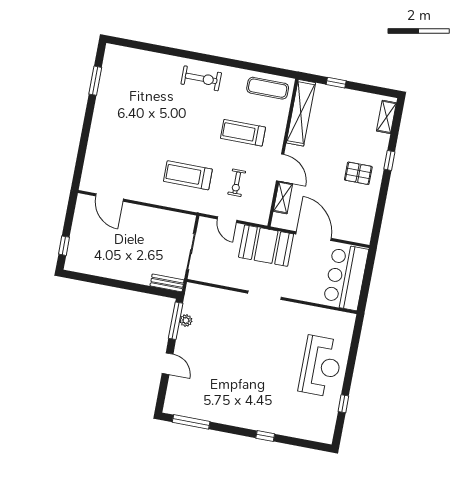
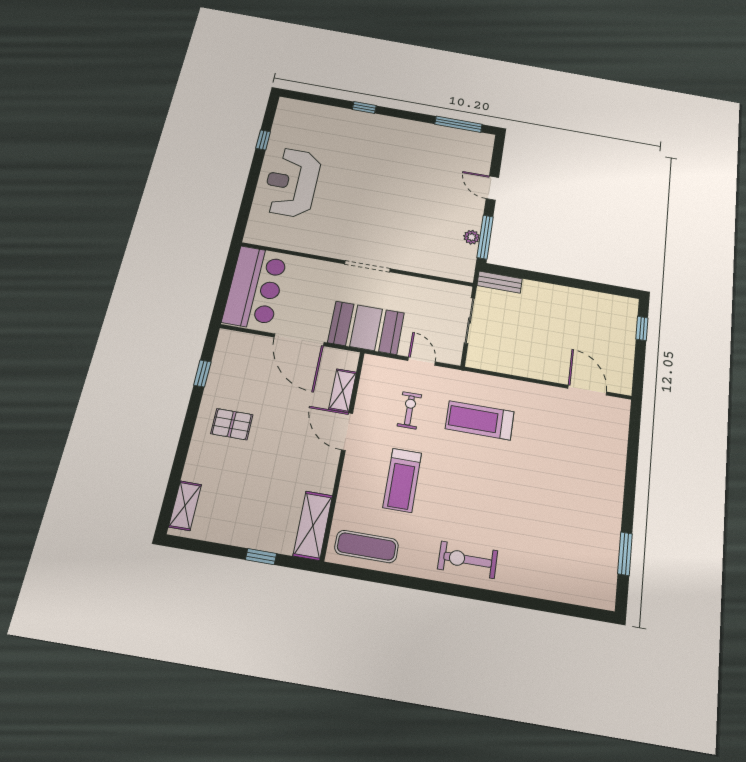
shelving: (301, 113) -> (313, 525), width x0.68
treadmill: (243, 133) -> (402, 480), turned 90
window: (389, 160) -> (202, 374), moved
treadmill: (188, 175) -> (480, 420), turned 180

